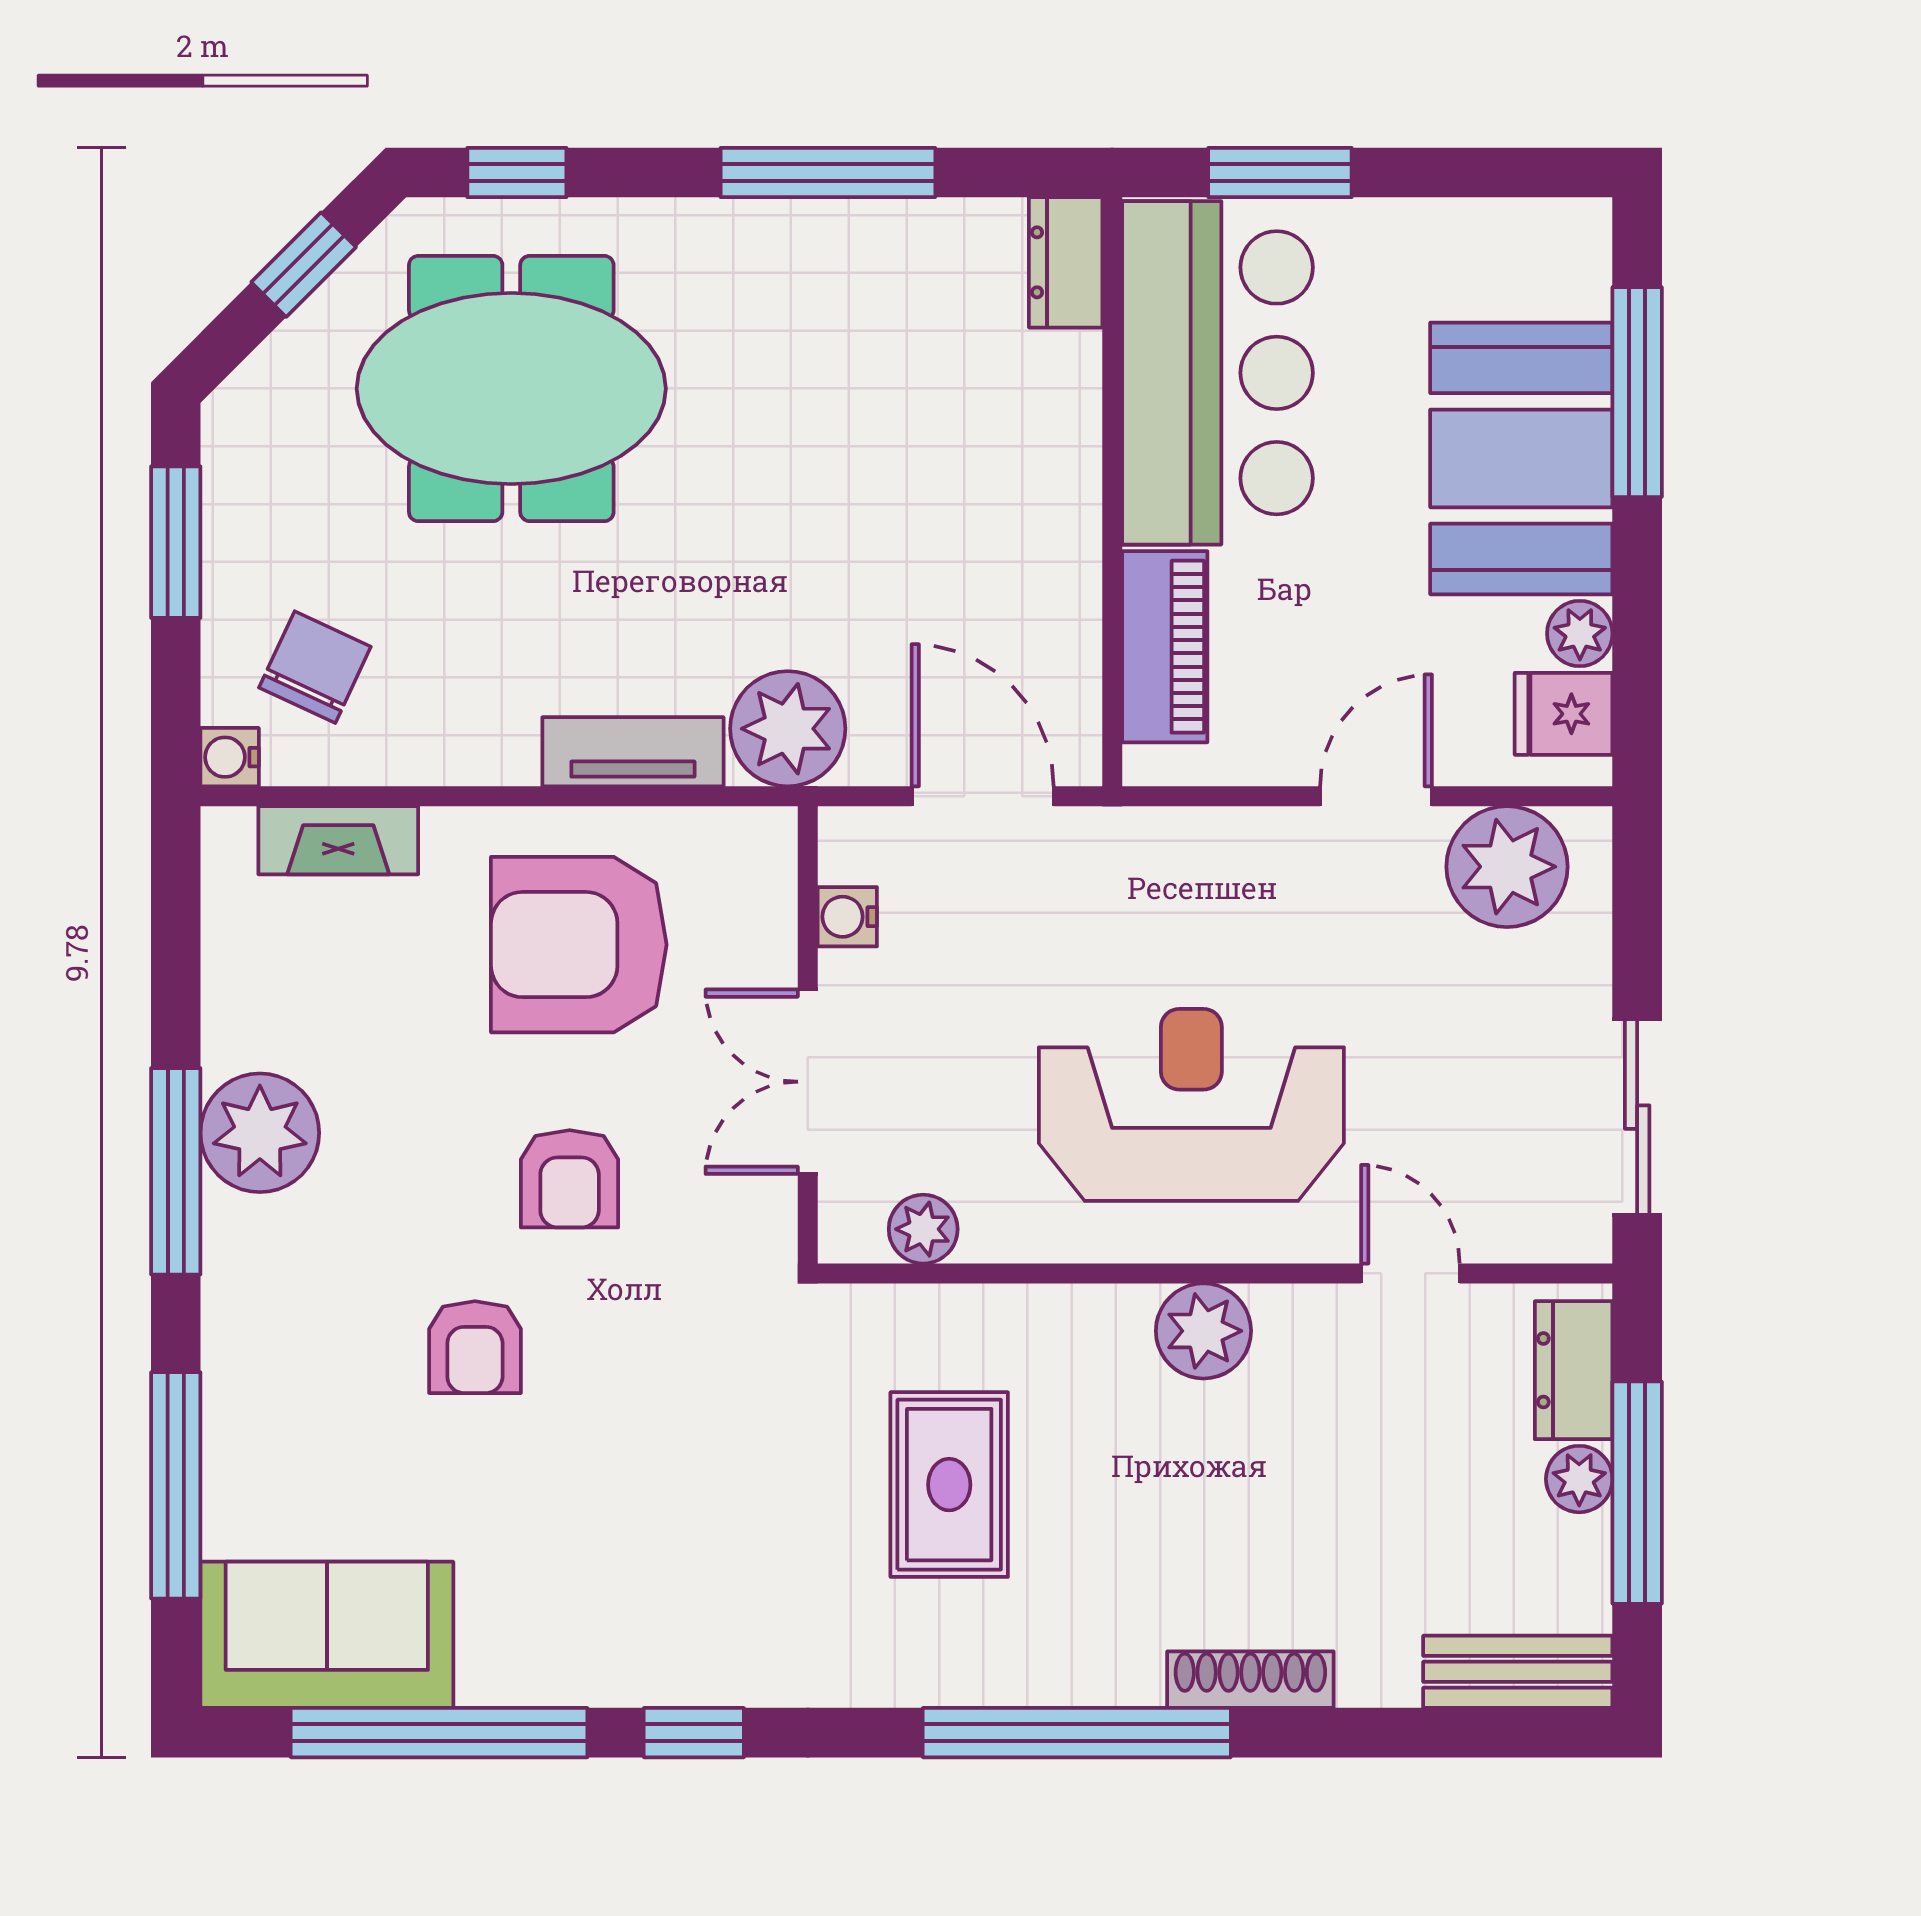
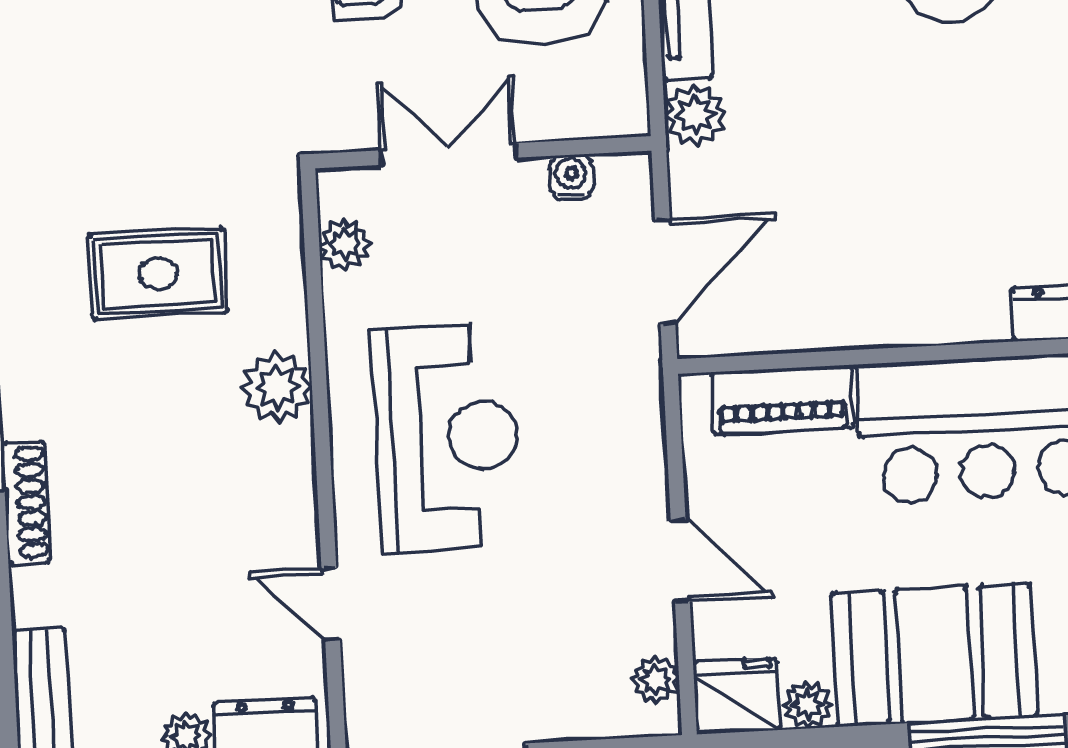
fridge: (1564, 714) -> (737, 696), width x1.38
plant: (788, 729) -> (695, 115), width x0.73, depth x0.73
plant: (1507, 867) -> (655, 680), width x0.53, depth x0.53
door: (1410, 1273) -> (331, 605), swing flipped
plant: (1203, 1331) -> (277, 387), moved

